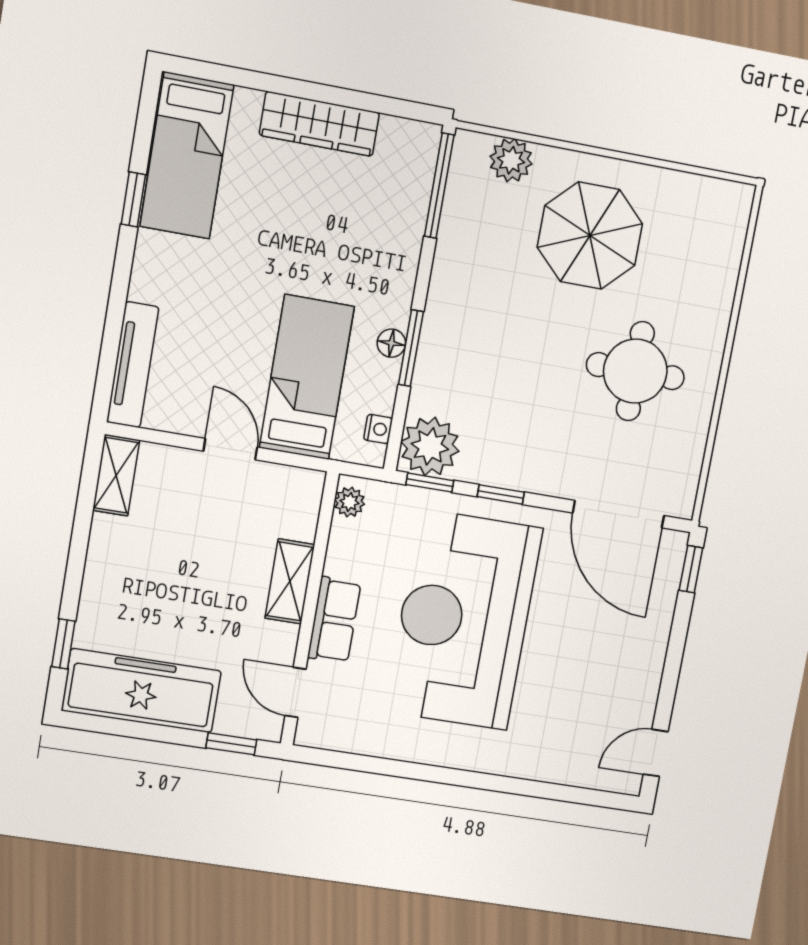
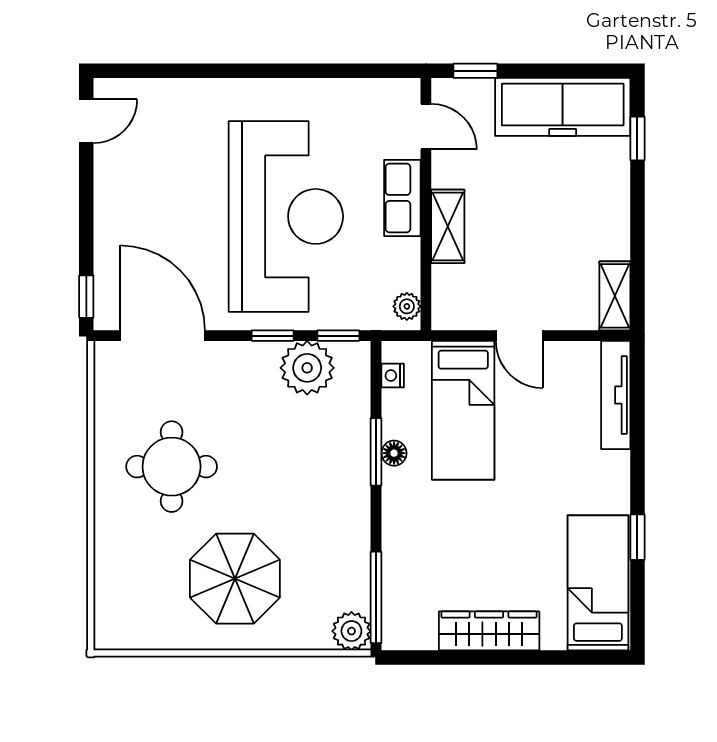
plant: (511, 160) -> (351, 631), moved
plant: (430, 446) -> (307, 368), moved

